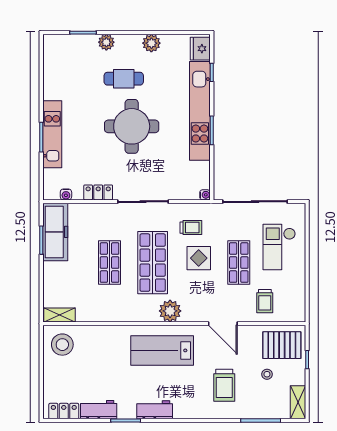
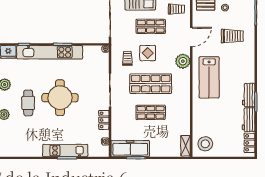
plant: (170, 311) -> (183, 61), moved
workbench: (155, 410) -> (249, 95), moved

